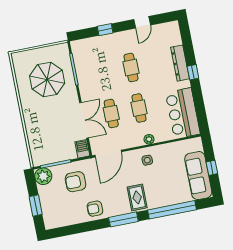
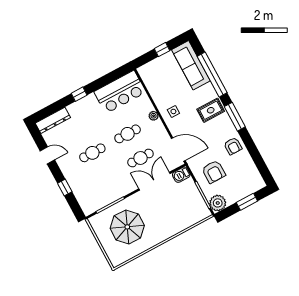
dresser: (180, 63) -> (53, 120), moved
sofa: (198, 176) -> (191, 65), moved, turned 90

